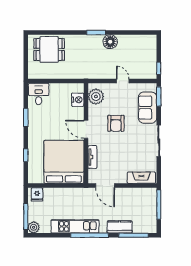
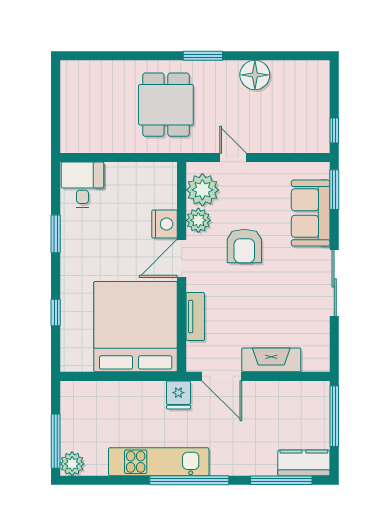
floor lamp: (110, 42) -> (255, 75), moved
dining table: (49, 49) -> (166, 105), moved, turned 90
door: (123, 81) -> (233, 157), moved
nightstand: (78, 100) -> (165, 224), moved
plant: (94, 111) -> (198, 220), added
door: (86, 129) -> (182, 258), hinge flipped
fireplace: (141, 178) -> (271, 360), moved
fridge: (37, 194) -> (178, 395), moved
kitchen counter: (120, 227) -> (304, 463), moved

